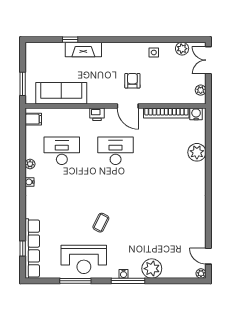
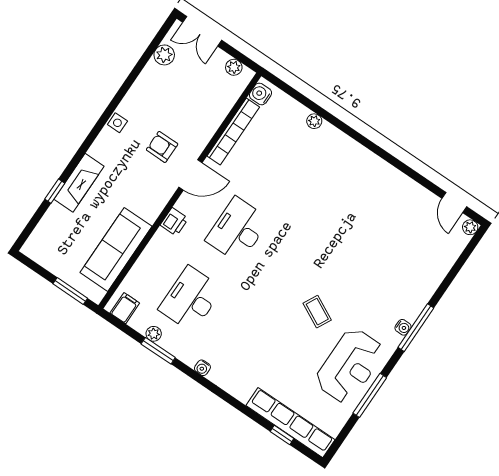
side table: (154, 52) -> (117, 123), moved
window: (23, 152) -> (158, 351), added
plant: (197, 152) -> (314, 121), width x0.53, depth x0.53
plant: (30, 164) -> (154, 334), moved
door: (208, 256) -> (454, 203), hinge flipped
plant: (152, 269) -> (421, 286), removed

